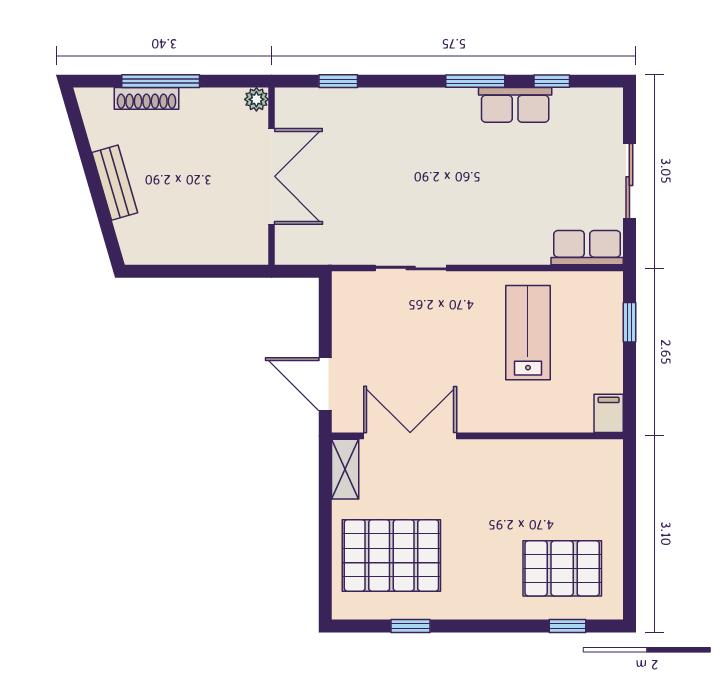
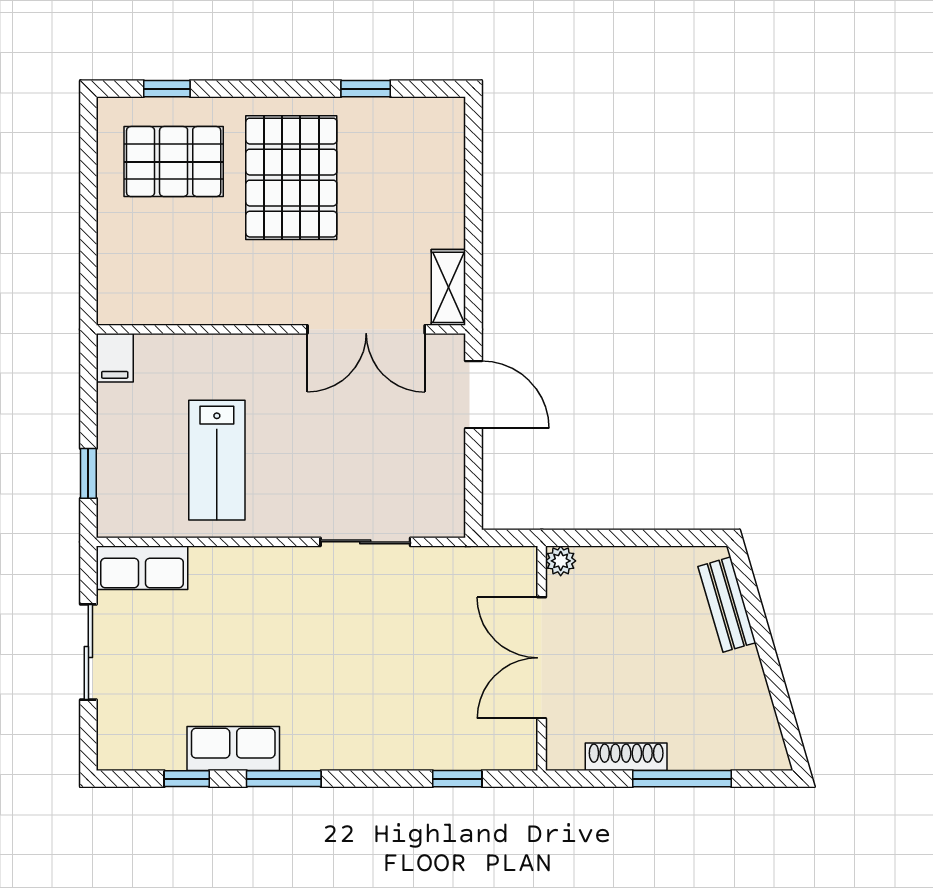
shoe rack: (147, 98) -> (626, 757), moved
plant: (256, 99) -> (561, 561), moved
bench: (115, 183) -> (727, 605), moved
pallet: (391, 555) -> (291, 178), moved, turned 90

